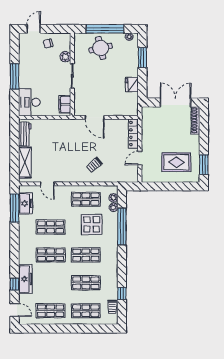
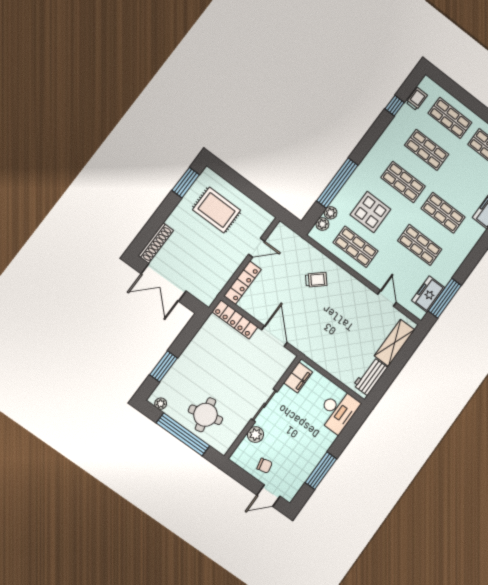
window: (14, 76) -> (321, 471), moved
fridge: (132, 84) -> (200, 343), removed
locker: (123, 111) -> (235, 319), added

